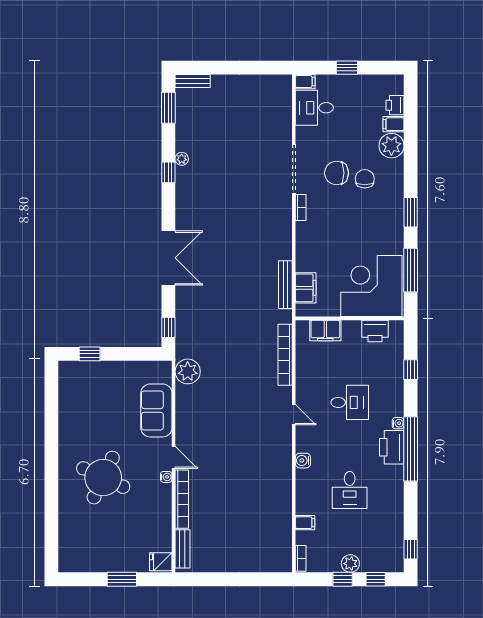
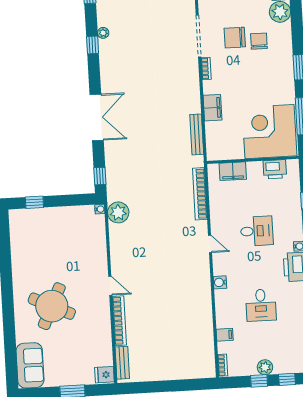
filing cabinet: (306, 288) -> (212, 108), moved
sofa: (156, 410) -> (30, 365), moved, turned 180
water cooler: (166, 477) -> (100, 209), moved

